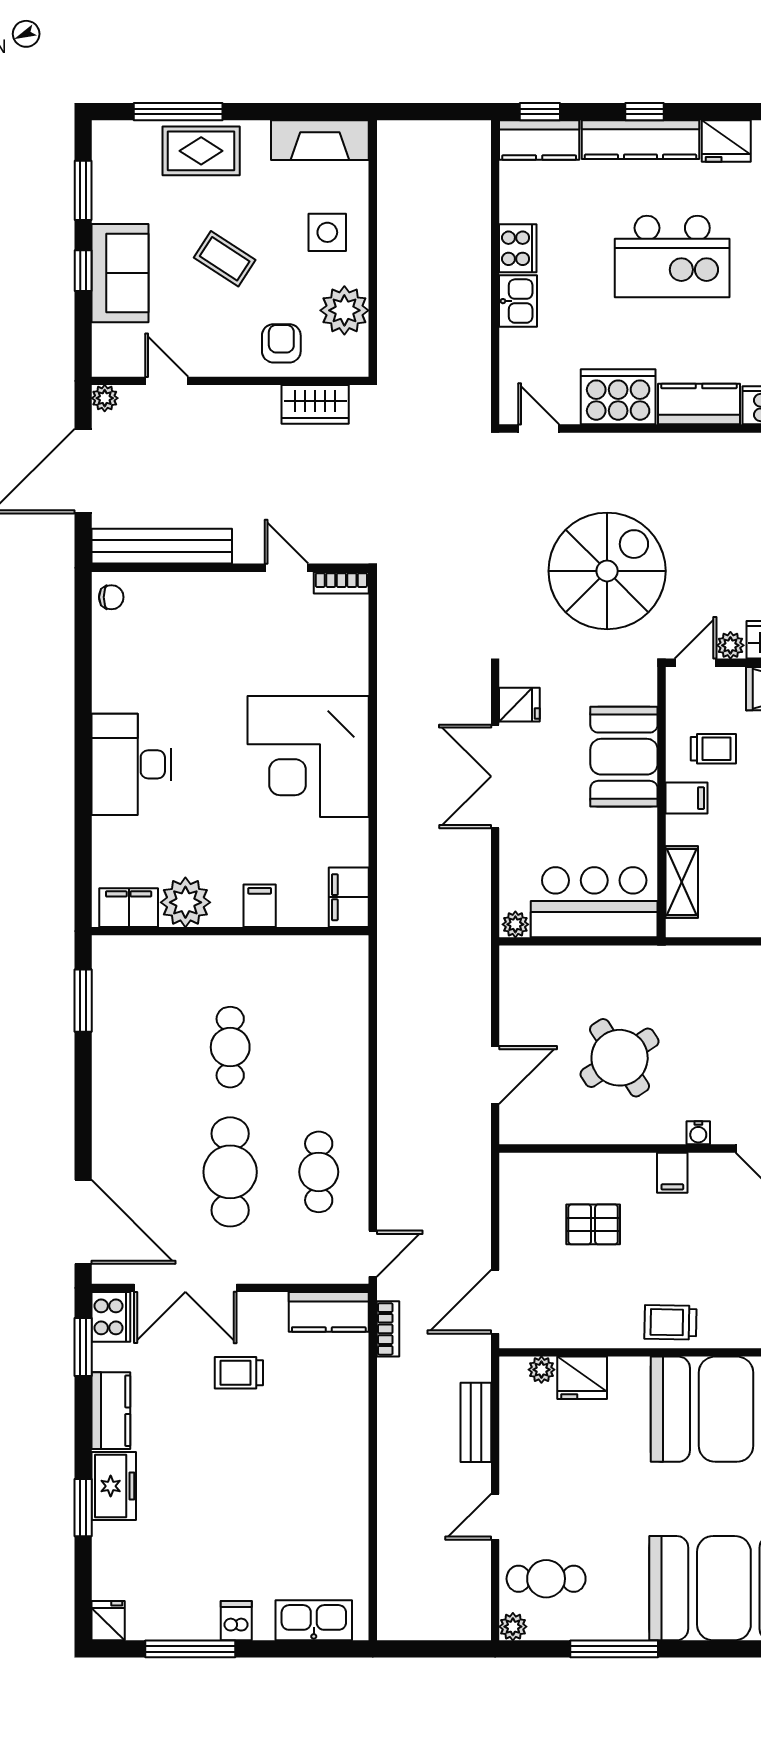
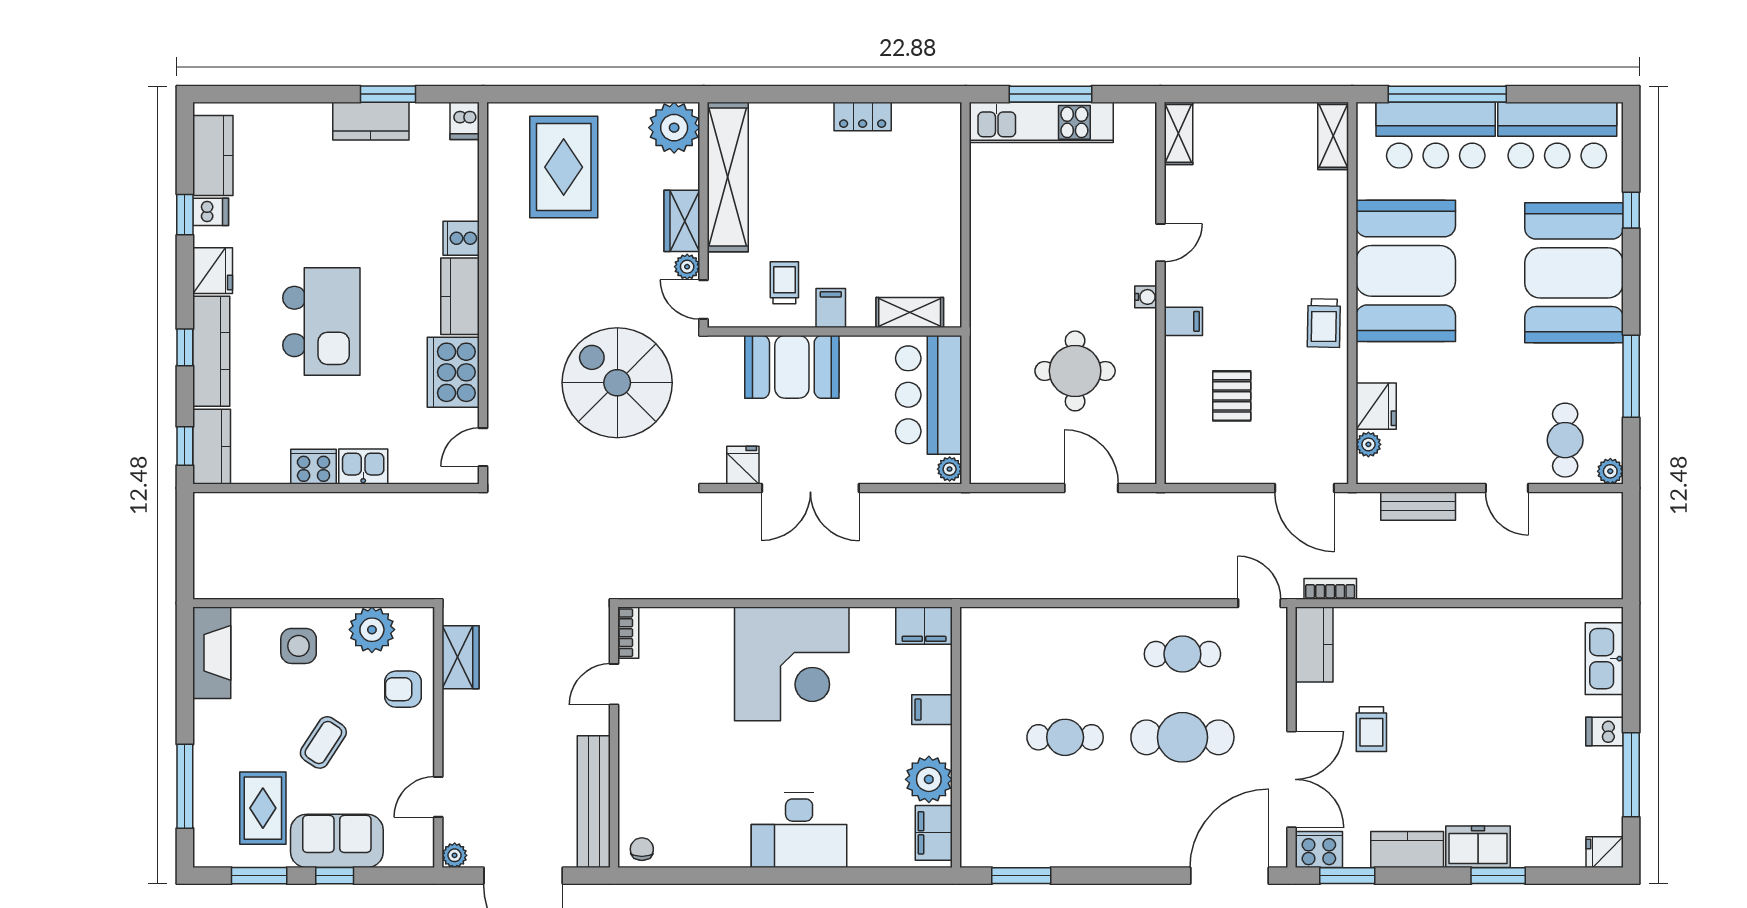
rug: (201, 151) -> (263, 808), moved
round table: (620, 1058) -> (1075, 371), turned 33

